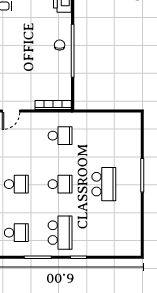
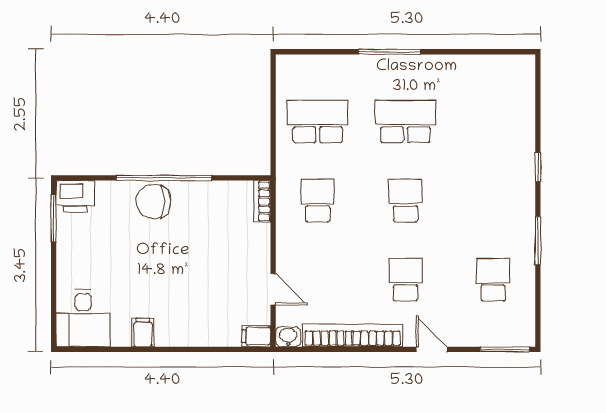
chair: (60, 45) -> (154, 202), width x1.87, depth x1.87
bookcase: (53, 105) -> (262, 201), width x0.64
school desk: (60, 233) -> (318, 121), moved

